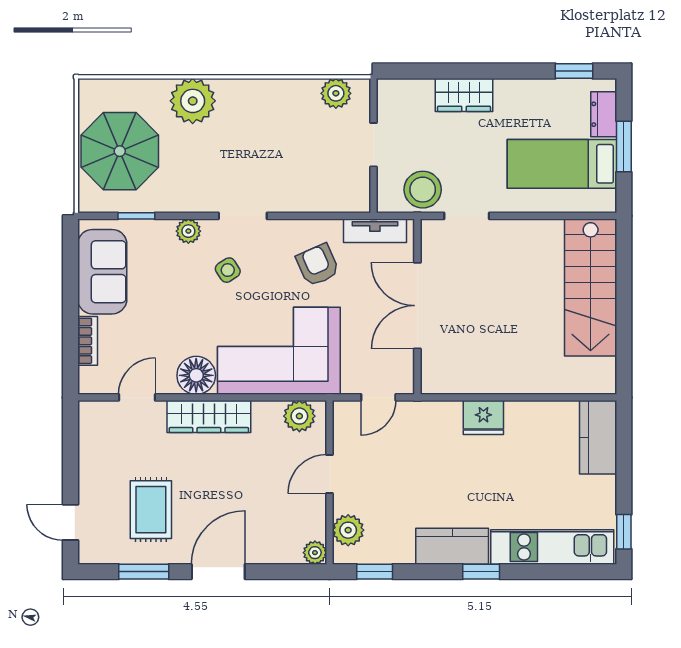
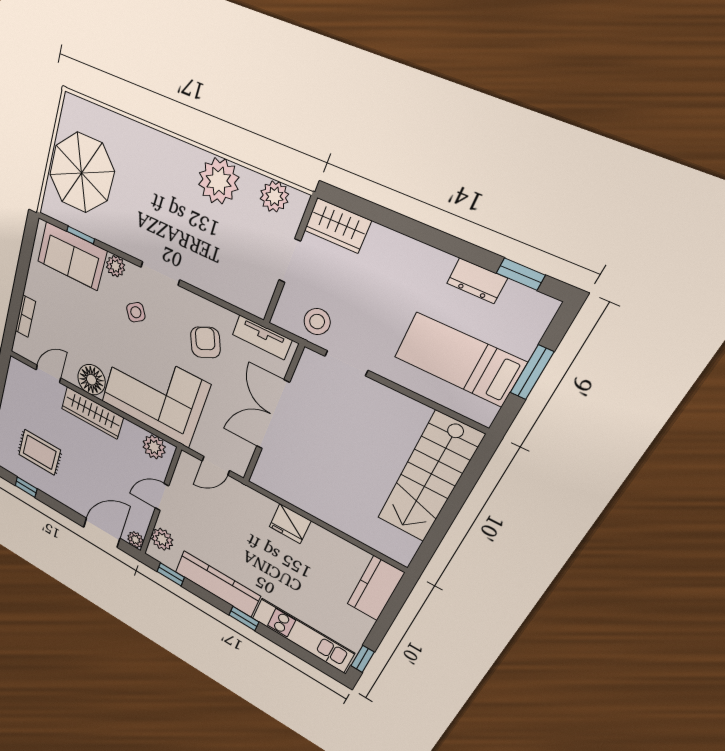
wardrobe: (464, 95) -> (337, 226), moved
plant: (193, 101) -> (219, 181), moved
dresser: (604, 114) -> (477, 281), moved, turned -90
stool: (423, 190) -> (317, 322), width x0.73, depth x0.73
sofa: (102, 272) -> (72, 256), moved, turned 90
rug: (151, 510) -> (39, 452), turned 90
kitchen counter: (452, 546) -> (217, 584), width x1.50
window: (144, 572) -> (26, 487), width x0.67
door: (218, 572) -> (102, 533), moved

